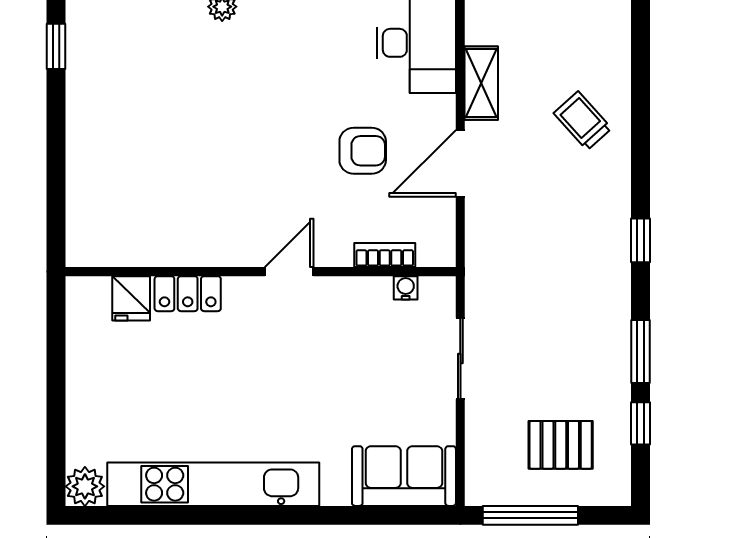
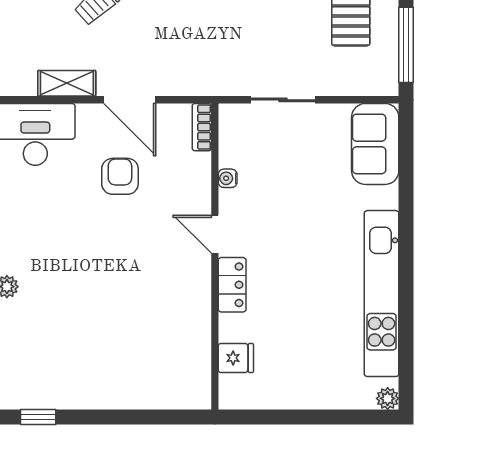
bookcase: (385, 255) -> (202, 127), moved
water cooler: (406, 288) -> (228, 178), moved
locker: (188, 294) -> (232, 285), moved
plant: (85, 486) -> (388, 398), width x0.73, depth x0.73

